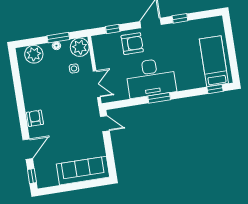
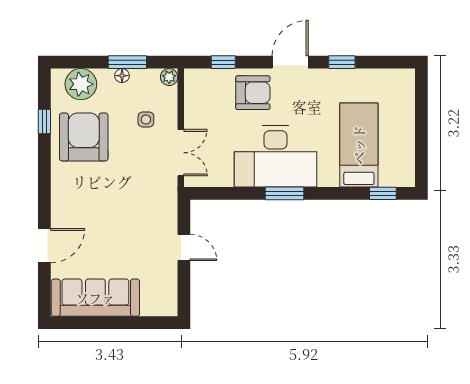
plant: (80, 47) -> (169, 77), width x0.53, depth x0.53
bed: (214, 61) -> (359, 145), moved
armchair: (35, 118) -> (84, 137), moved, width x1.88, depth x1.88
door: (105, 124) -> (184, 247), moved
sofa: (83, 171) -> (95, 298), moved
window: (32, 176) -> (44, 122), moved

